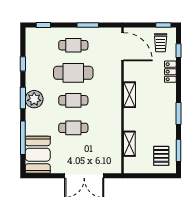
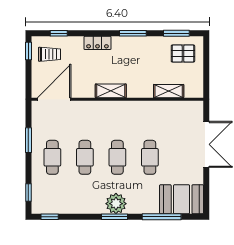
window: (23, 64) -> (50, 217), moved
locker: (170, 72) -> (97, 43), moved
cafe table: (73, 73) -> (85, 157), width x0.73, depth x0.74

